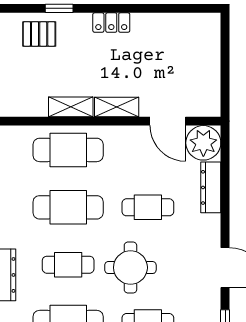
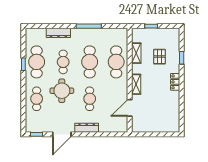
pallet: (39, 34) -> (160, 57), moved
shelving: (71, 107) -> (136, 53), moved
plant: (203, 143) -> (119, 124), removed
dresser: (211, 187) -> (87, 128), moved

